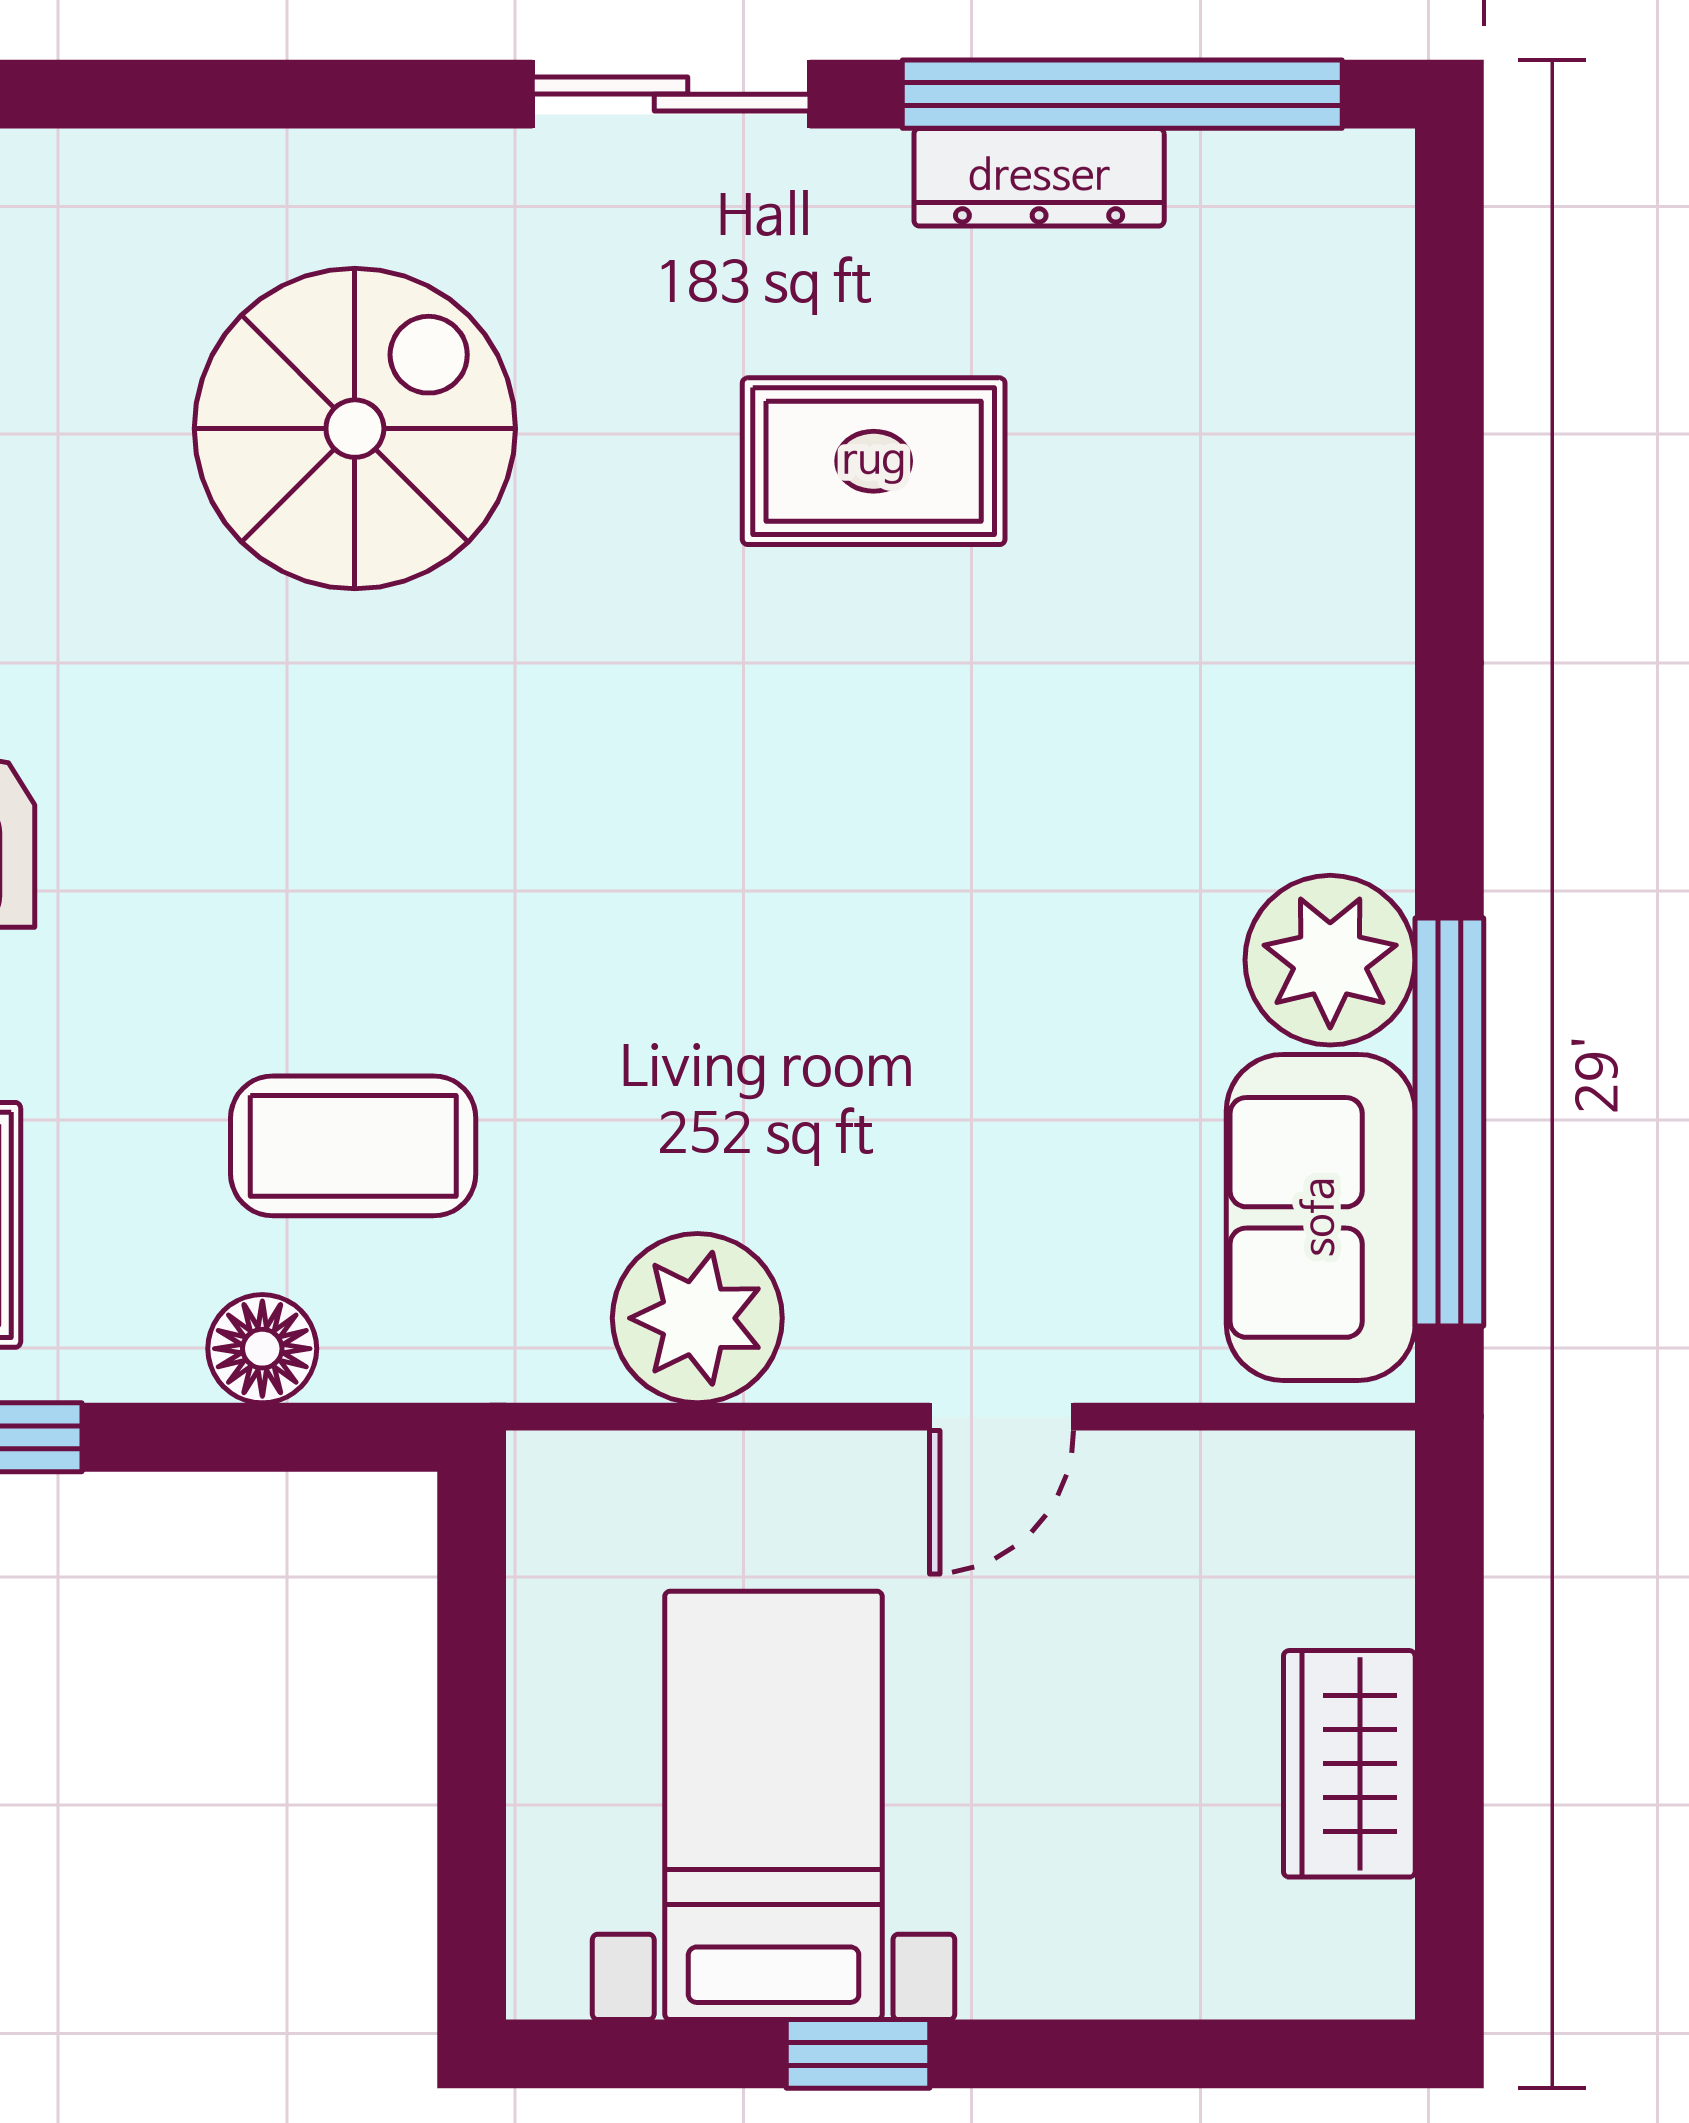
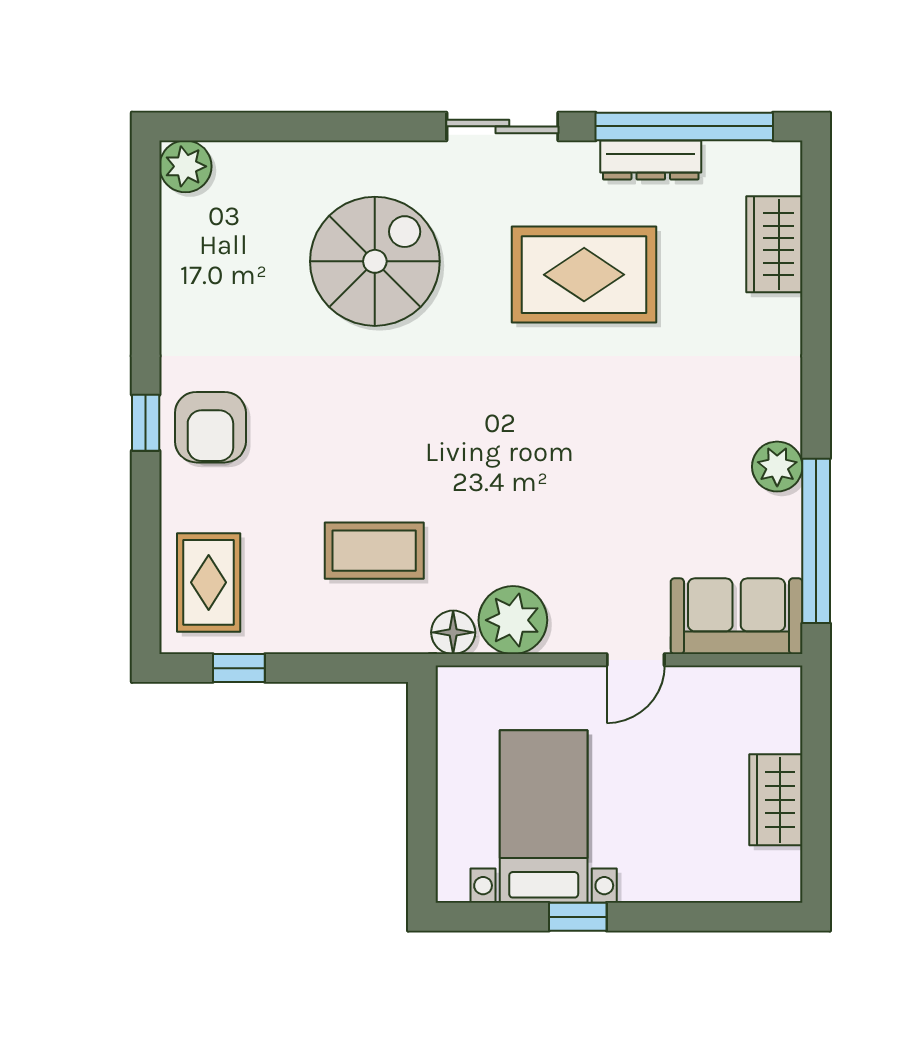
wardrobe: (1346, 386) -> (774, 244), added
rug: (874, 461) -> (584, 275), width x1.36, depth x1.43
plant: (1330, 960) -> (777, 467), width x0.73, depth x0.73
sofa: (1321, 1217) -> (737, 616), moved, turned 90
floor lamp: (262, 1349) -> (453, 632), moved

